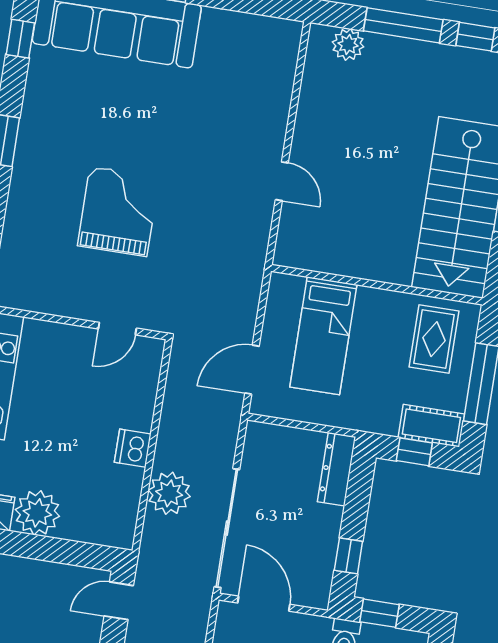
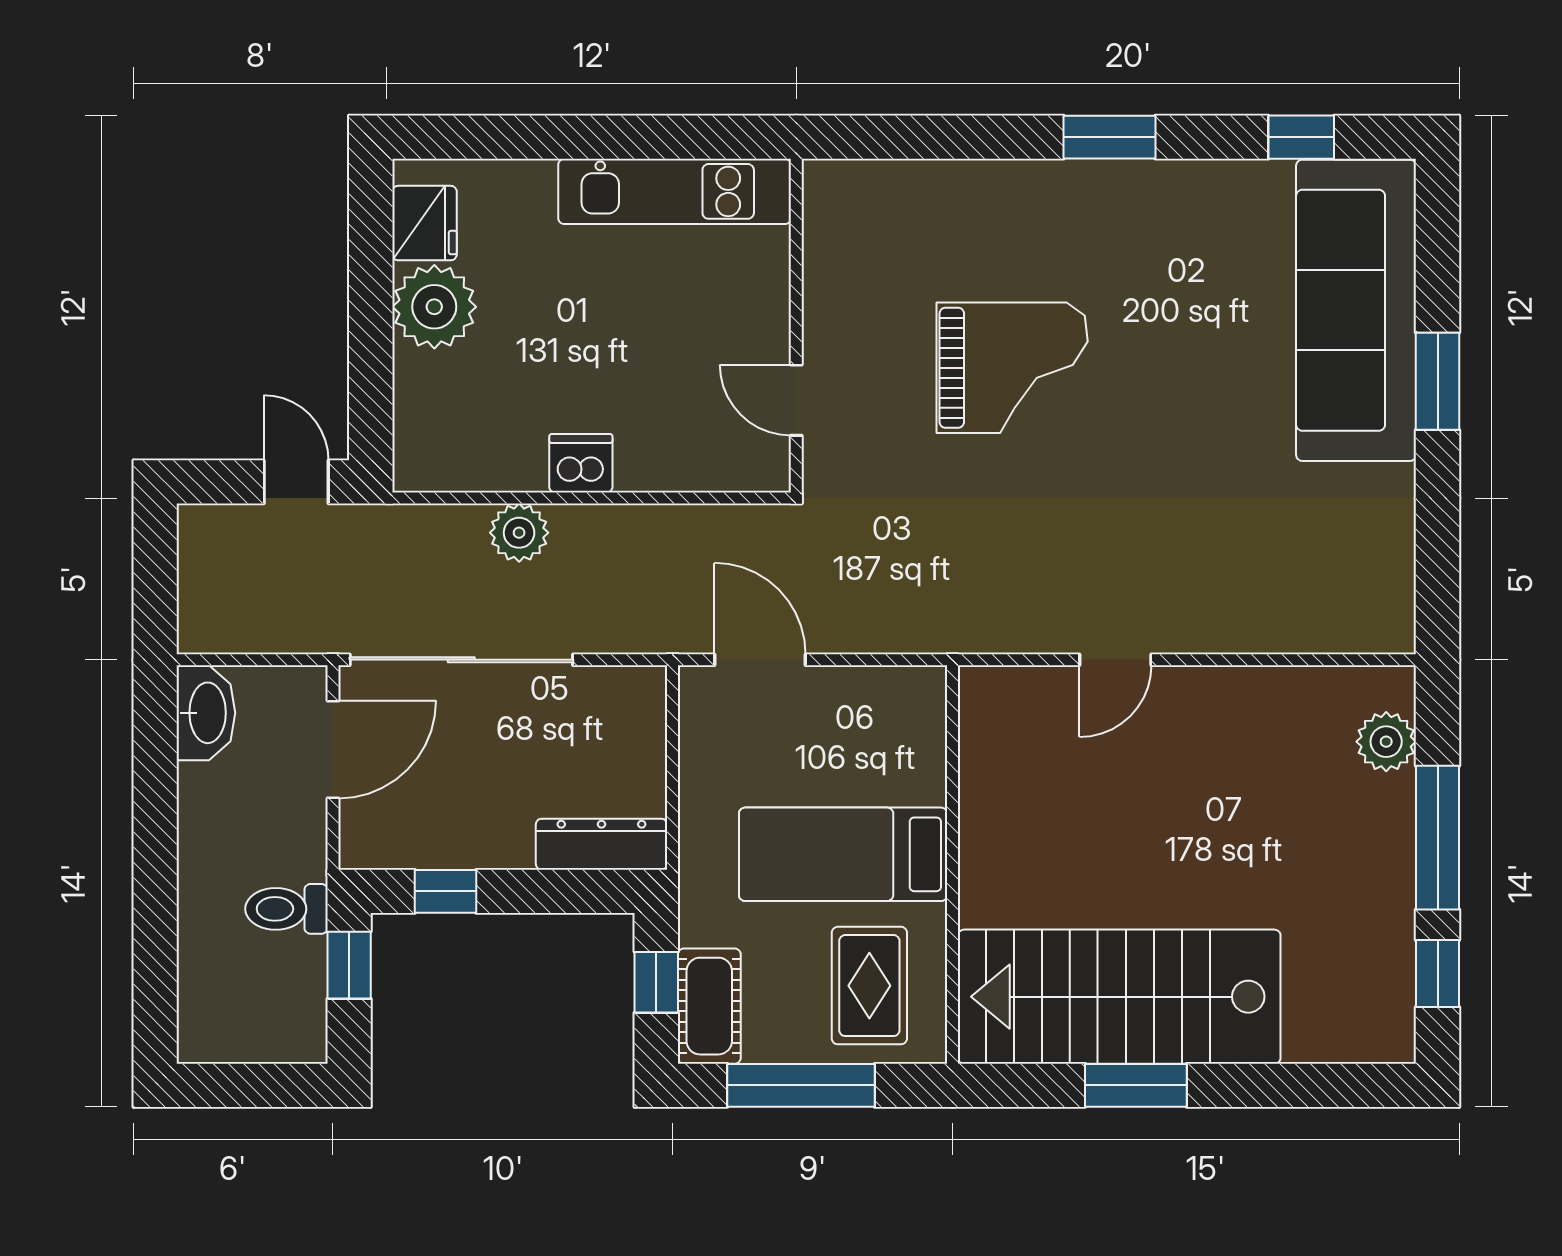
bed: (323, 336) -> (843, 854), moved
rug: (434, 339) -> (869, 986), turned 90
plant: (169, 493) -> (519, 533), width x0.73, depth x0.73

